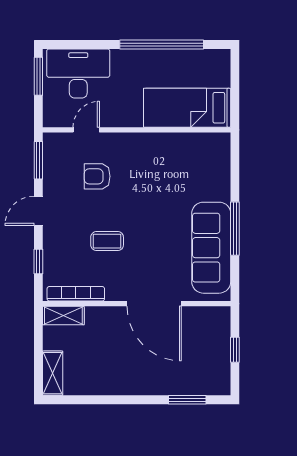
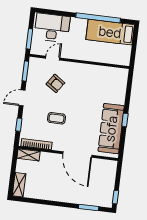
window: (38, 76) -> (29, 39), moved
bed: (187, 108) -> (110, 32), moved
armchair: (97, 176) -> (55, 83), turned -146
window: (235, 229) -> (125, 120), width x0.46
window: (235, 350) -> (115, 197), moved

